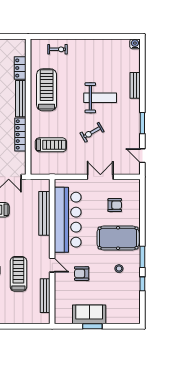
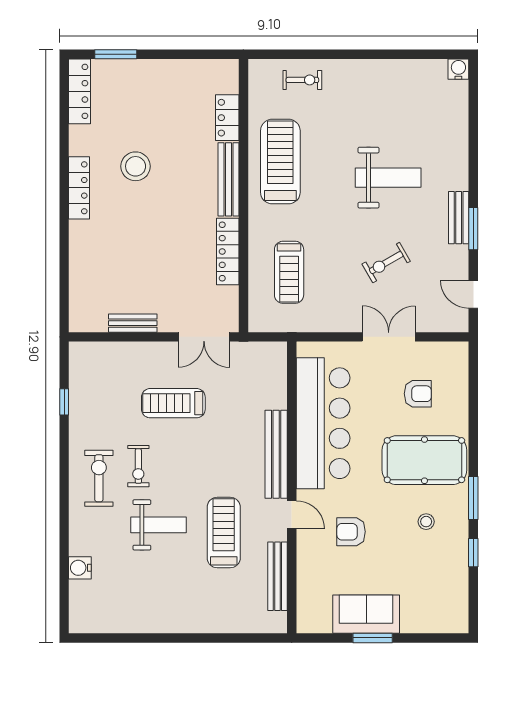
bench: (135, 85) -> (459, 218), moved
exercise bike: (92, 132) -> (386, 263), moved
treadmill: (51, 145) -> (289, 272), turned 90
bench: (44, 213) -> (276, 454), moved

